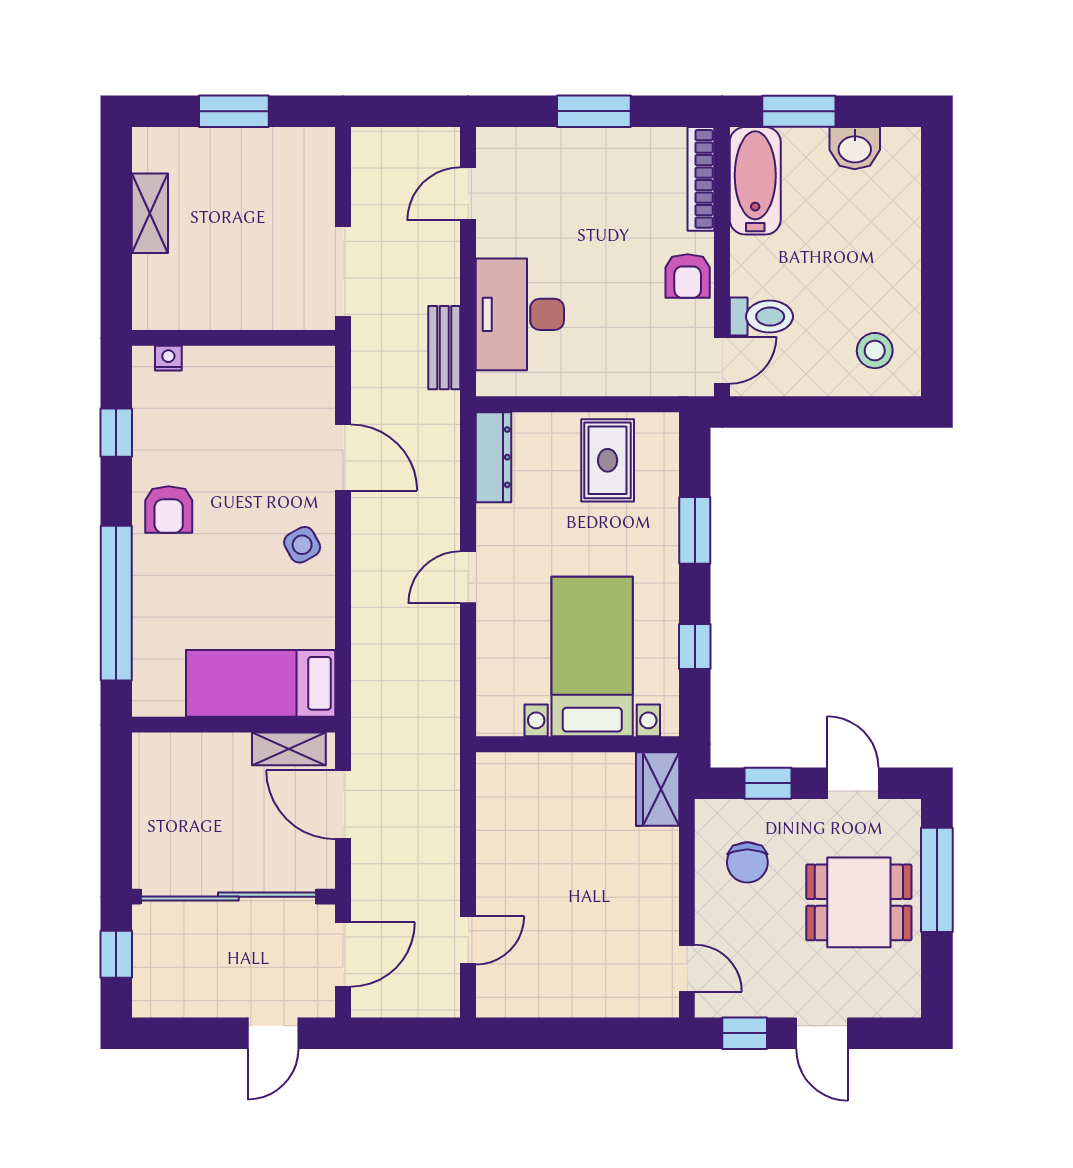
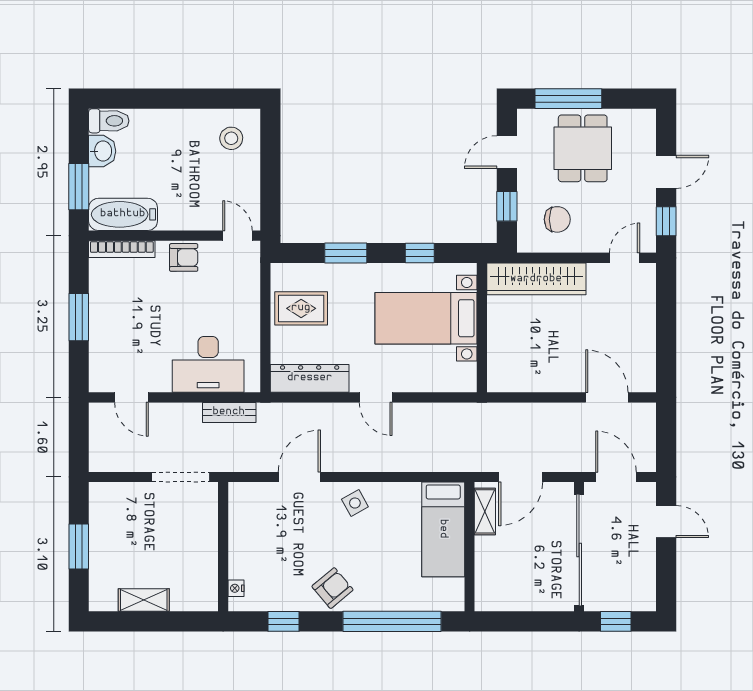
toilet: (761, 317) -> (109, 121), moved, turned 90
dresser: (493, 457) -> (310, 378), width x1.37, depth x1.24
armchair: (169, 510) -> (332, 588), turned -40
wardrobe: (658, 789) -> (536, 279), width x2.10, depth x1.17
door: (468, 940) -> (607, 397), width x1.38

